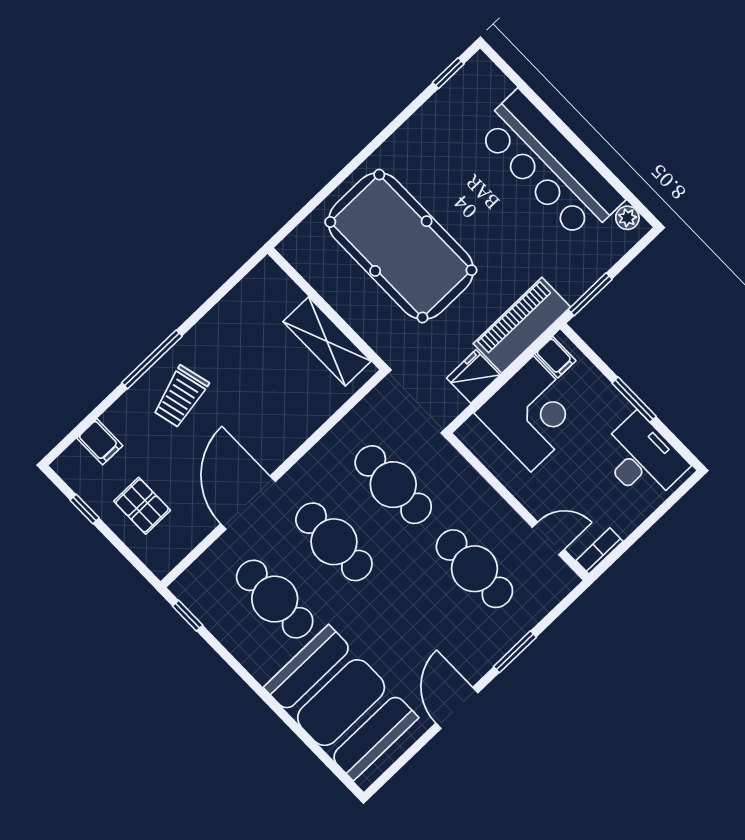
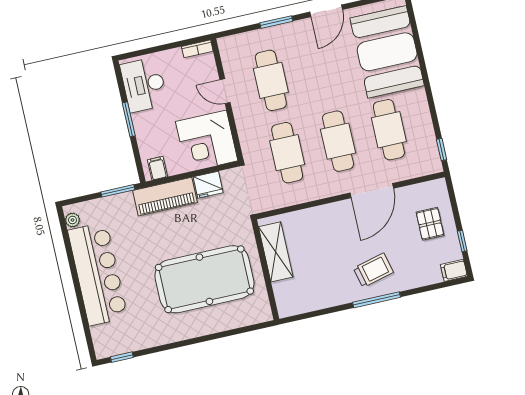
pool table: (401, 246) -> (204, 279), turned 90
corner desk: (532, 414) -> (207, 141), moved, turned -90
filing cabinet: (100, 442) -> (454, 270), moved, turned -90
door: (548, 538) -> (225, 91), moved

